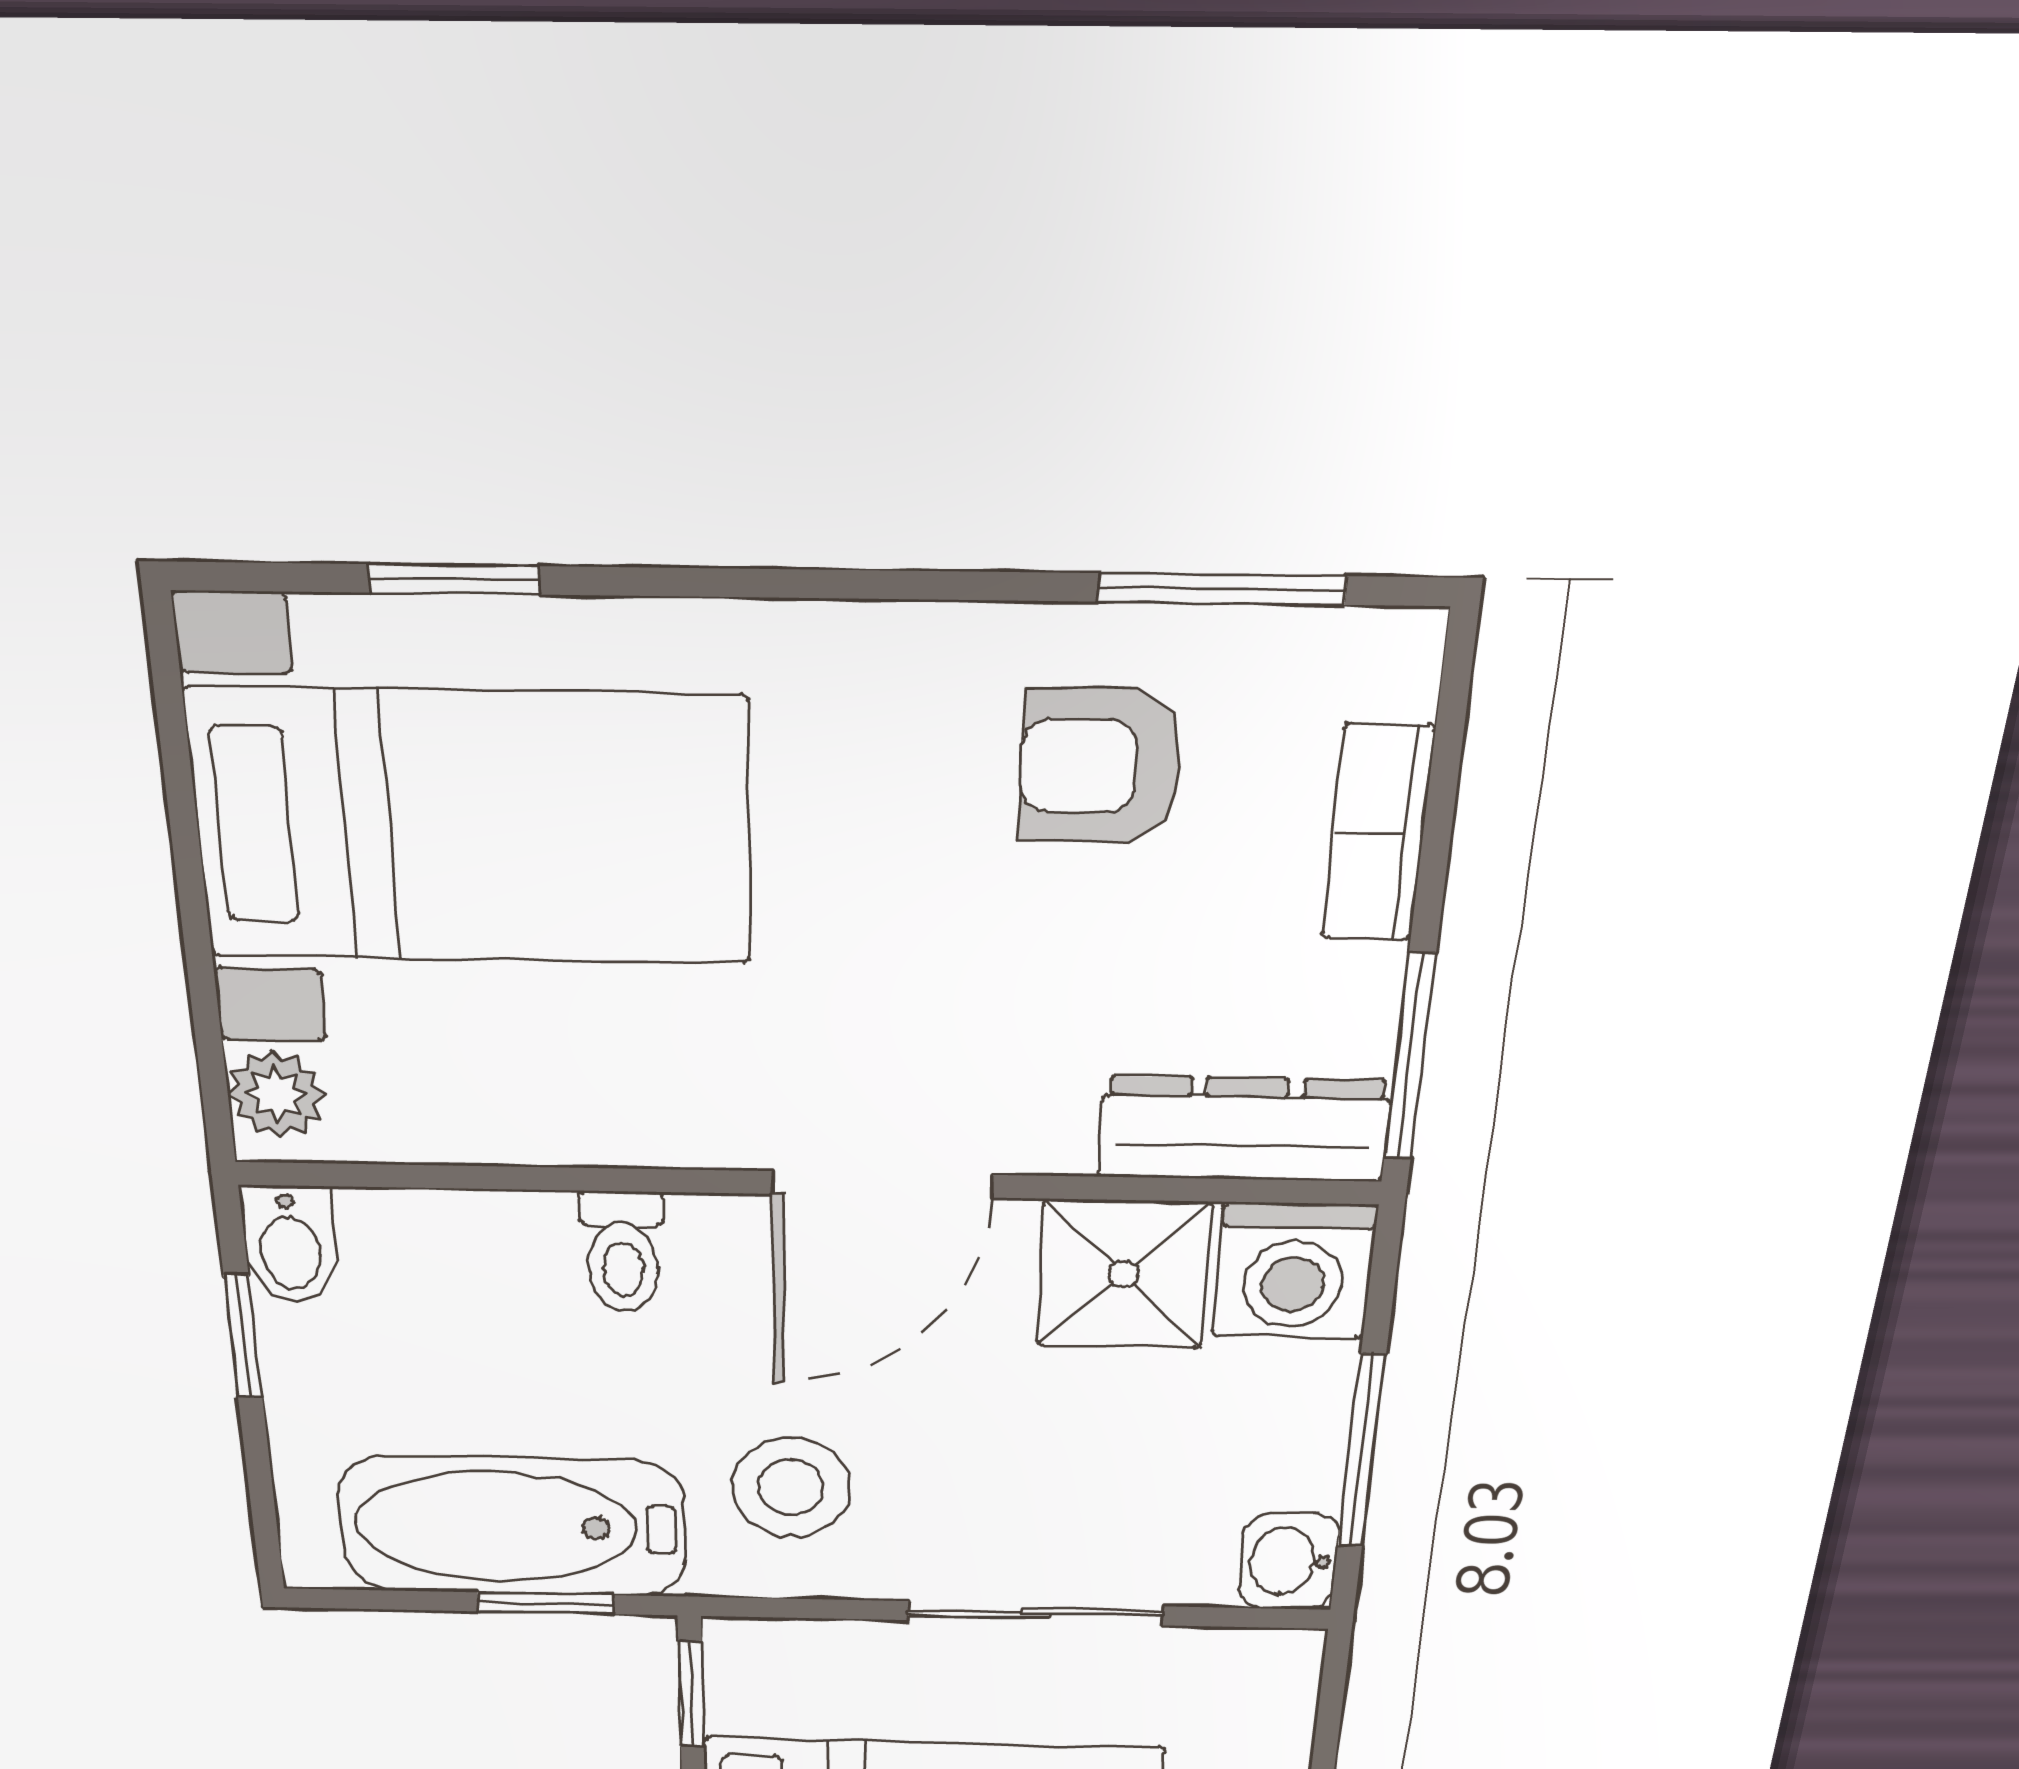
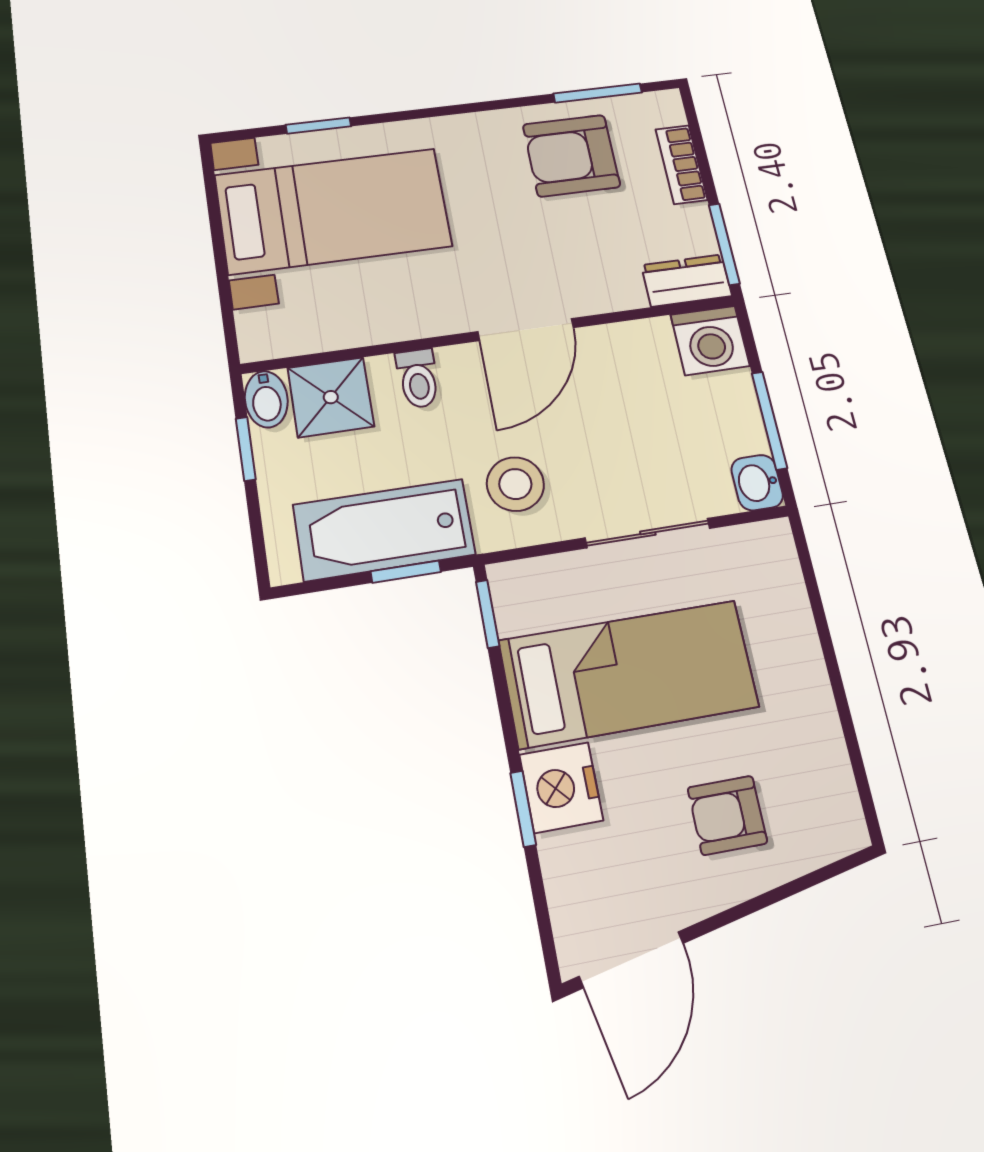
armchair: (1101, 766) -> (571, 156), width x1.38, depth x1.38
plant: (276, 1094) -> (258, 330), removed
dresser: (1244, 1129) -> (687, 281), width x0.70
shower: (1123, 1274) -> (331, 397), moved

